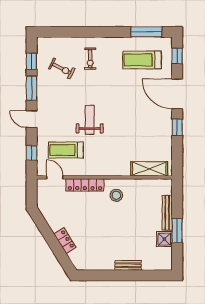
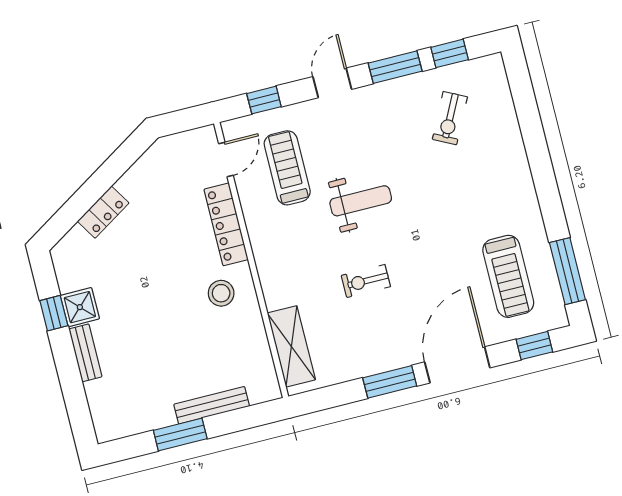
exercise bike: (90, 59) -> (366, 281), moved
treadmill: (142, 60) -> (508, 276), turned 180
window: (177, 127) -> (390, 382), width x1.50
shower: (164, 239) -> (80, 307), moved
window: (106, 275) -> (54, 313), added

